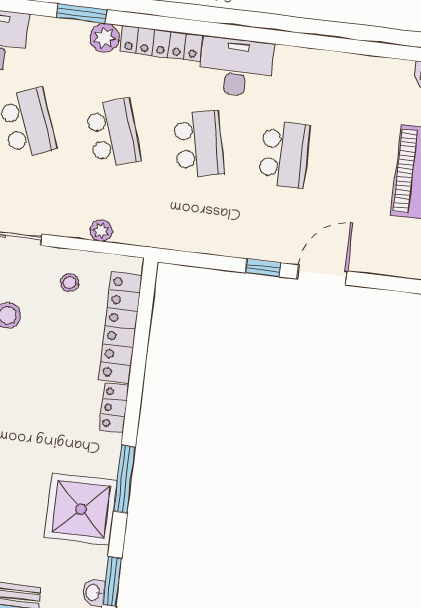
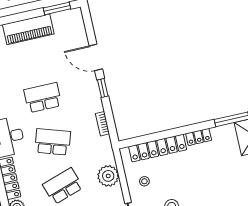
school desk: (199, 144) -> (53, 142), turned 30
plant: (101, 231) -> (108, 176), width x1.87, depth x1.87
bookcase: (199, 245) -> (103, 124), added

